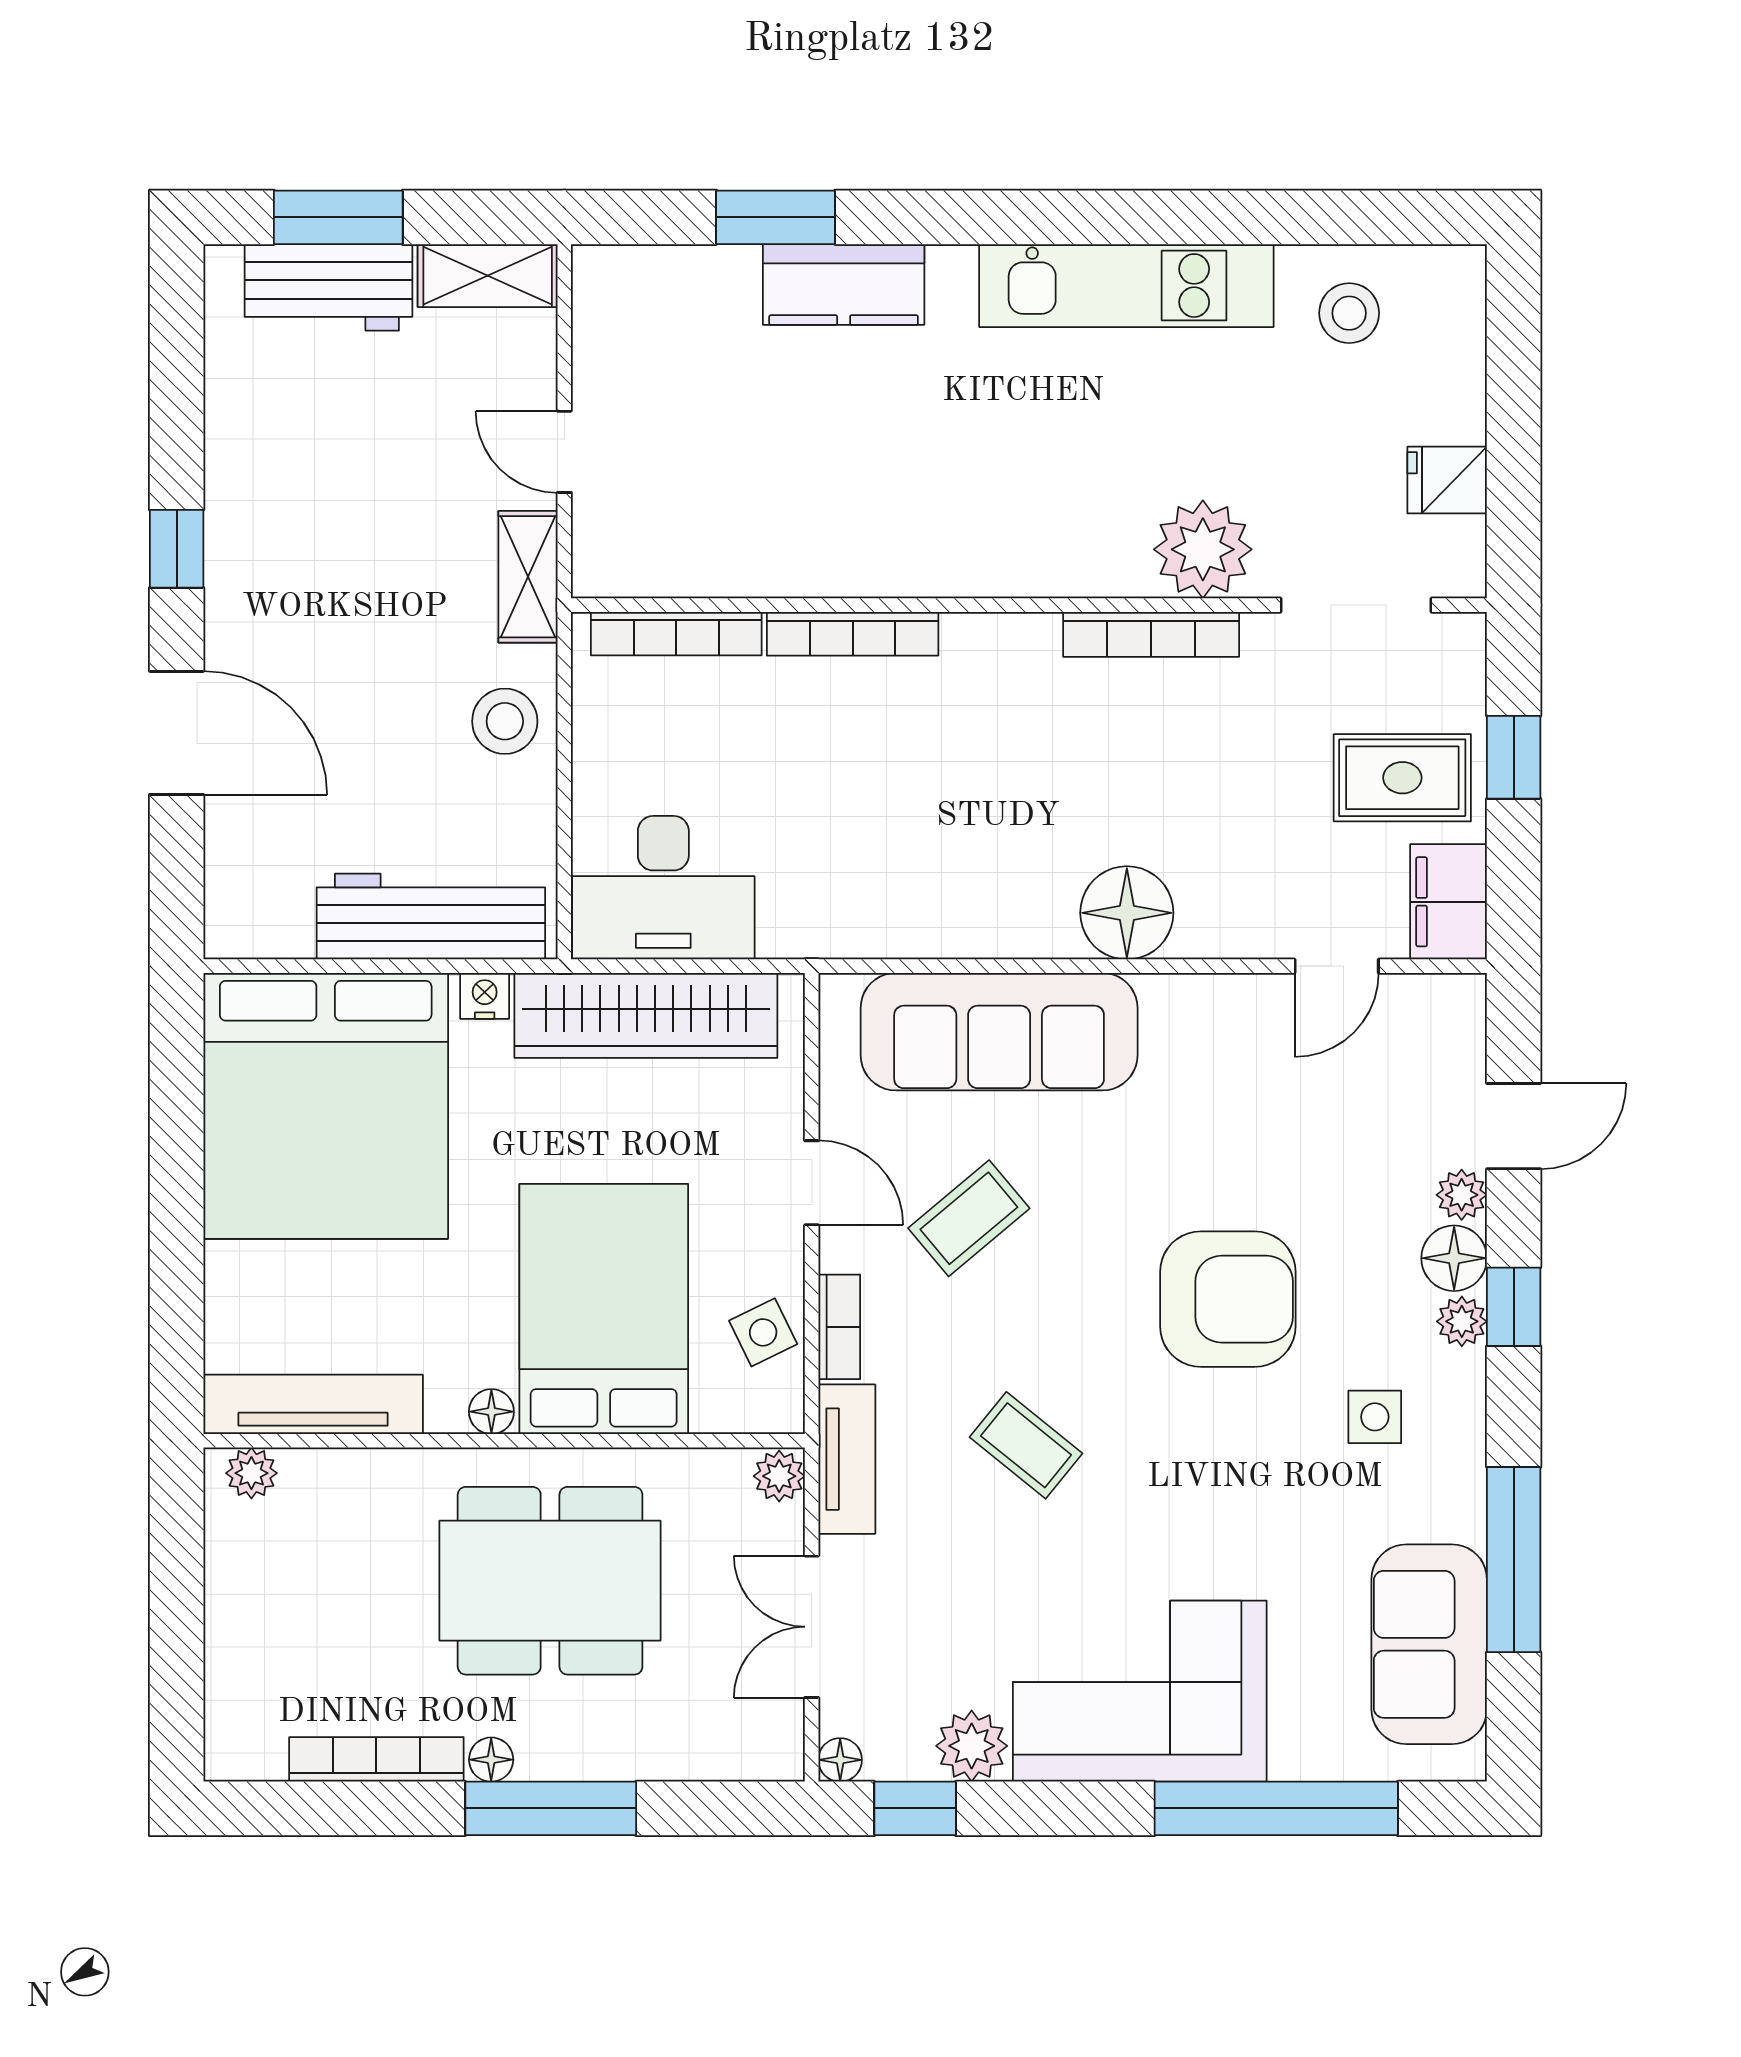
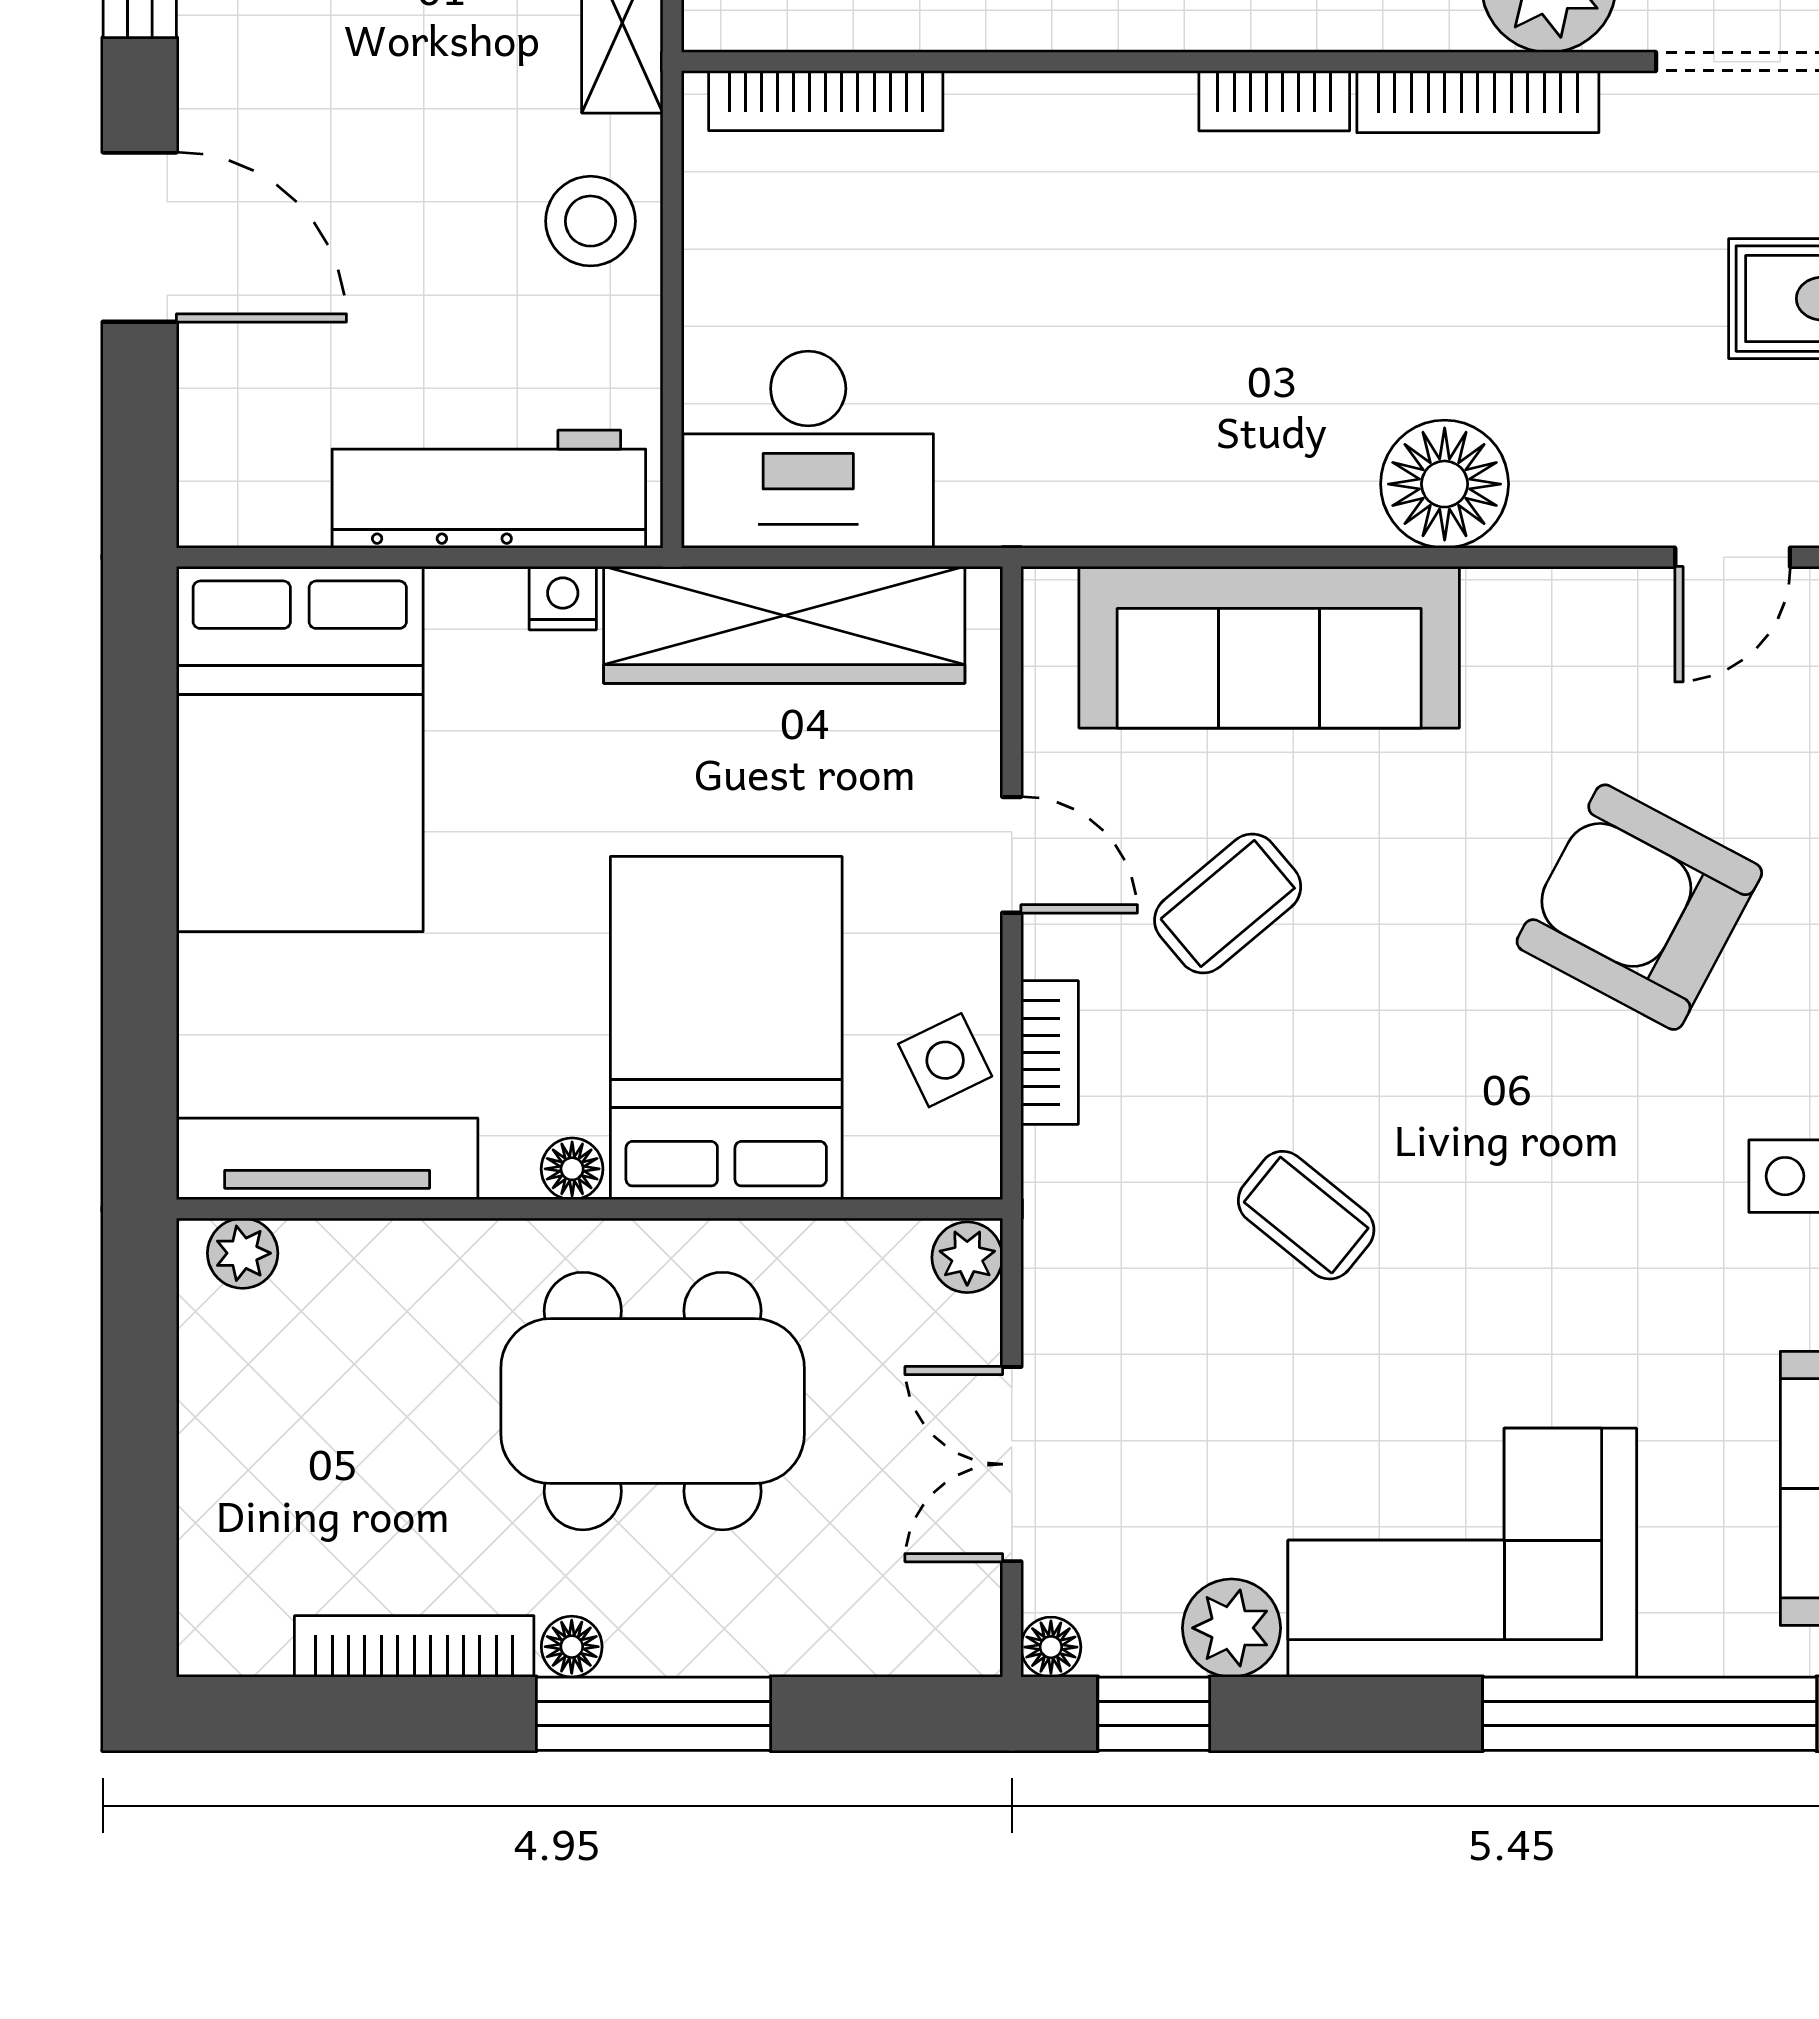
bookcase: (853, 634) -> (1274, 101), moved, width x0.64
bed: (326, 1106) -> (300, 749), width x0.73
armchair: (1228, 1299) -> (1639, 907), moved, turned -152
tv unit: (847, 1459) -> (1060, 1234), removed

